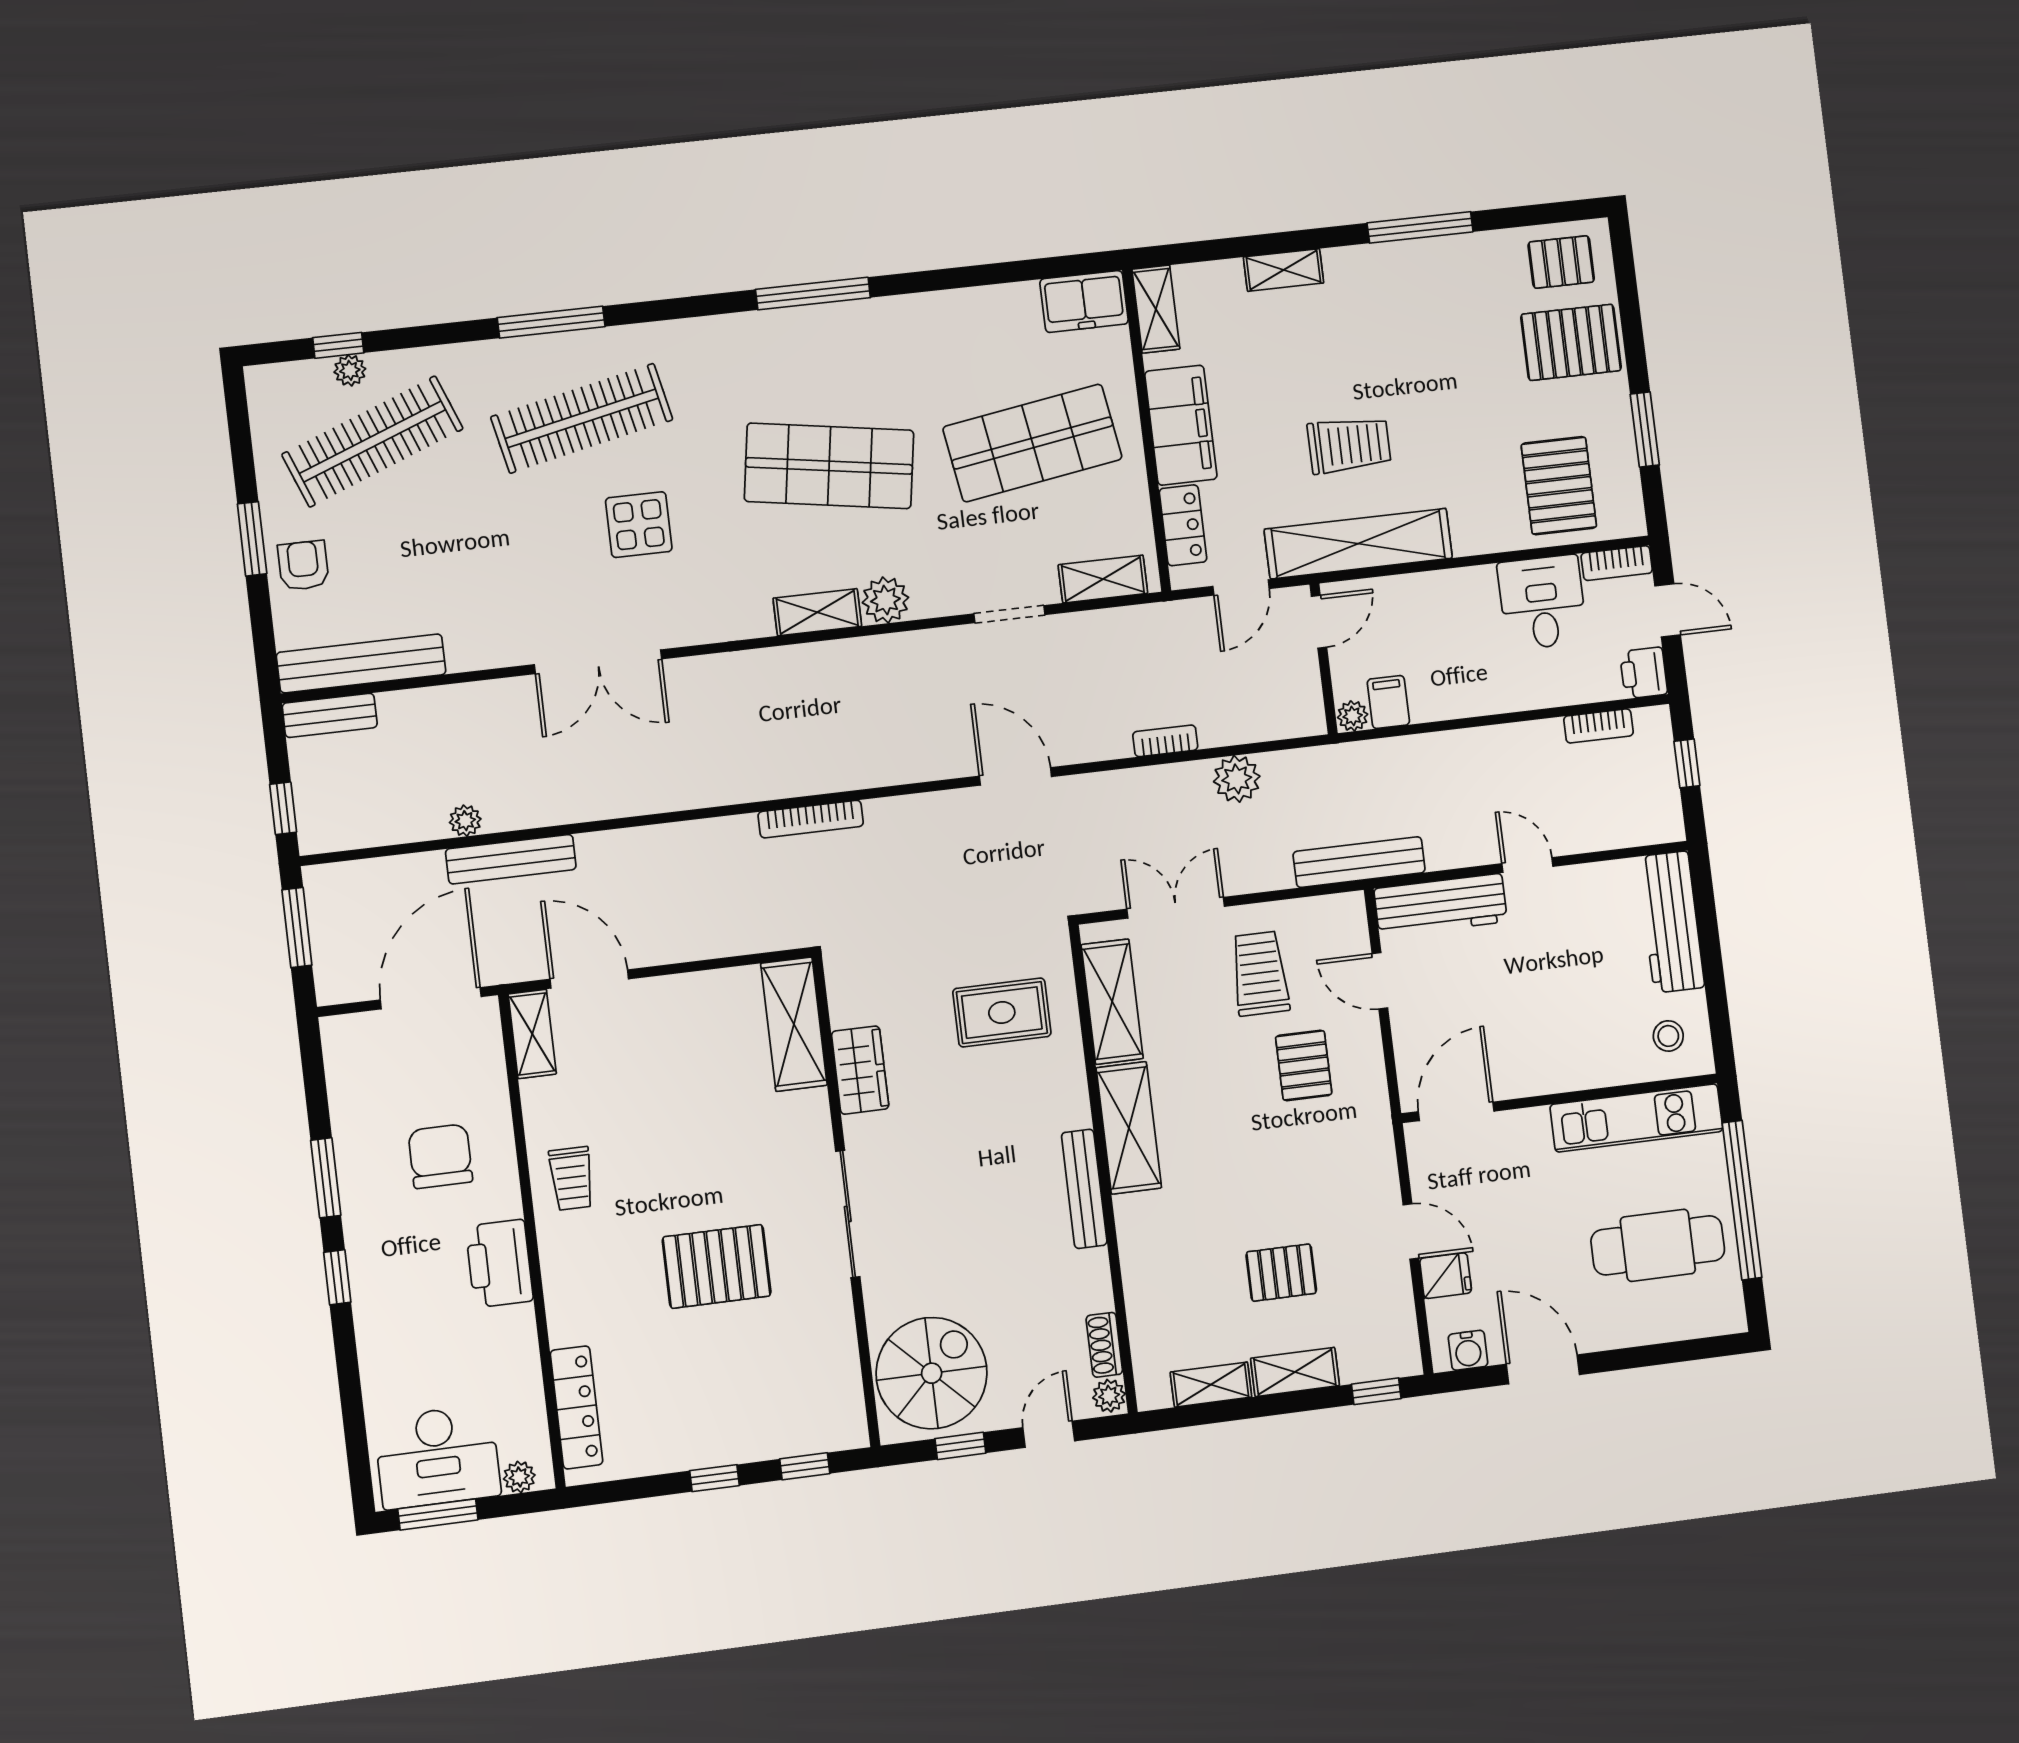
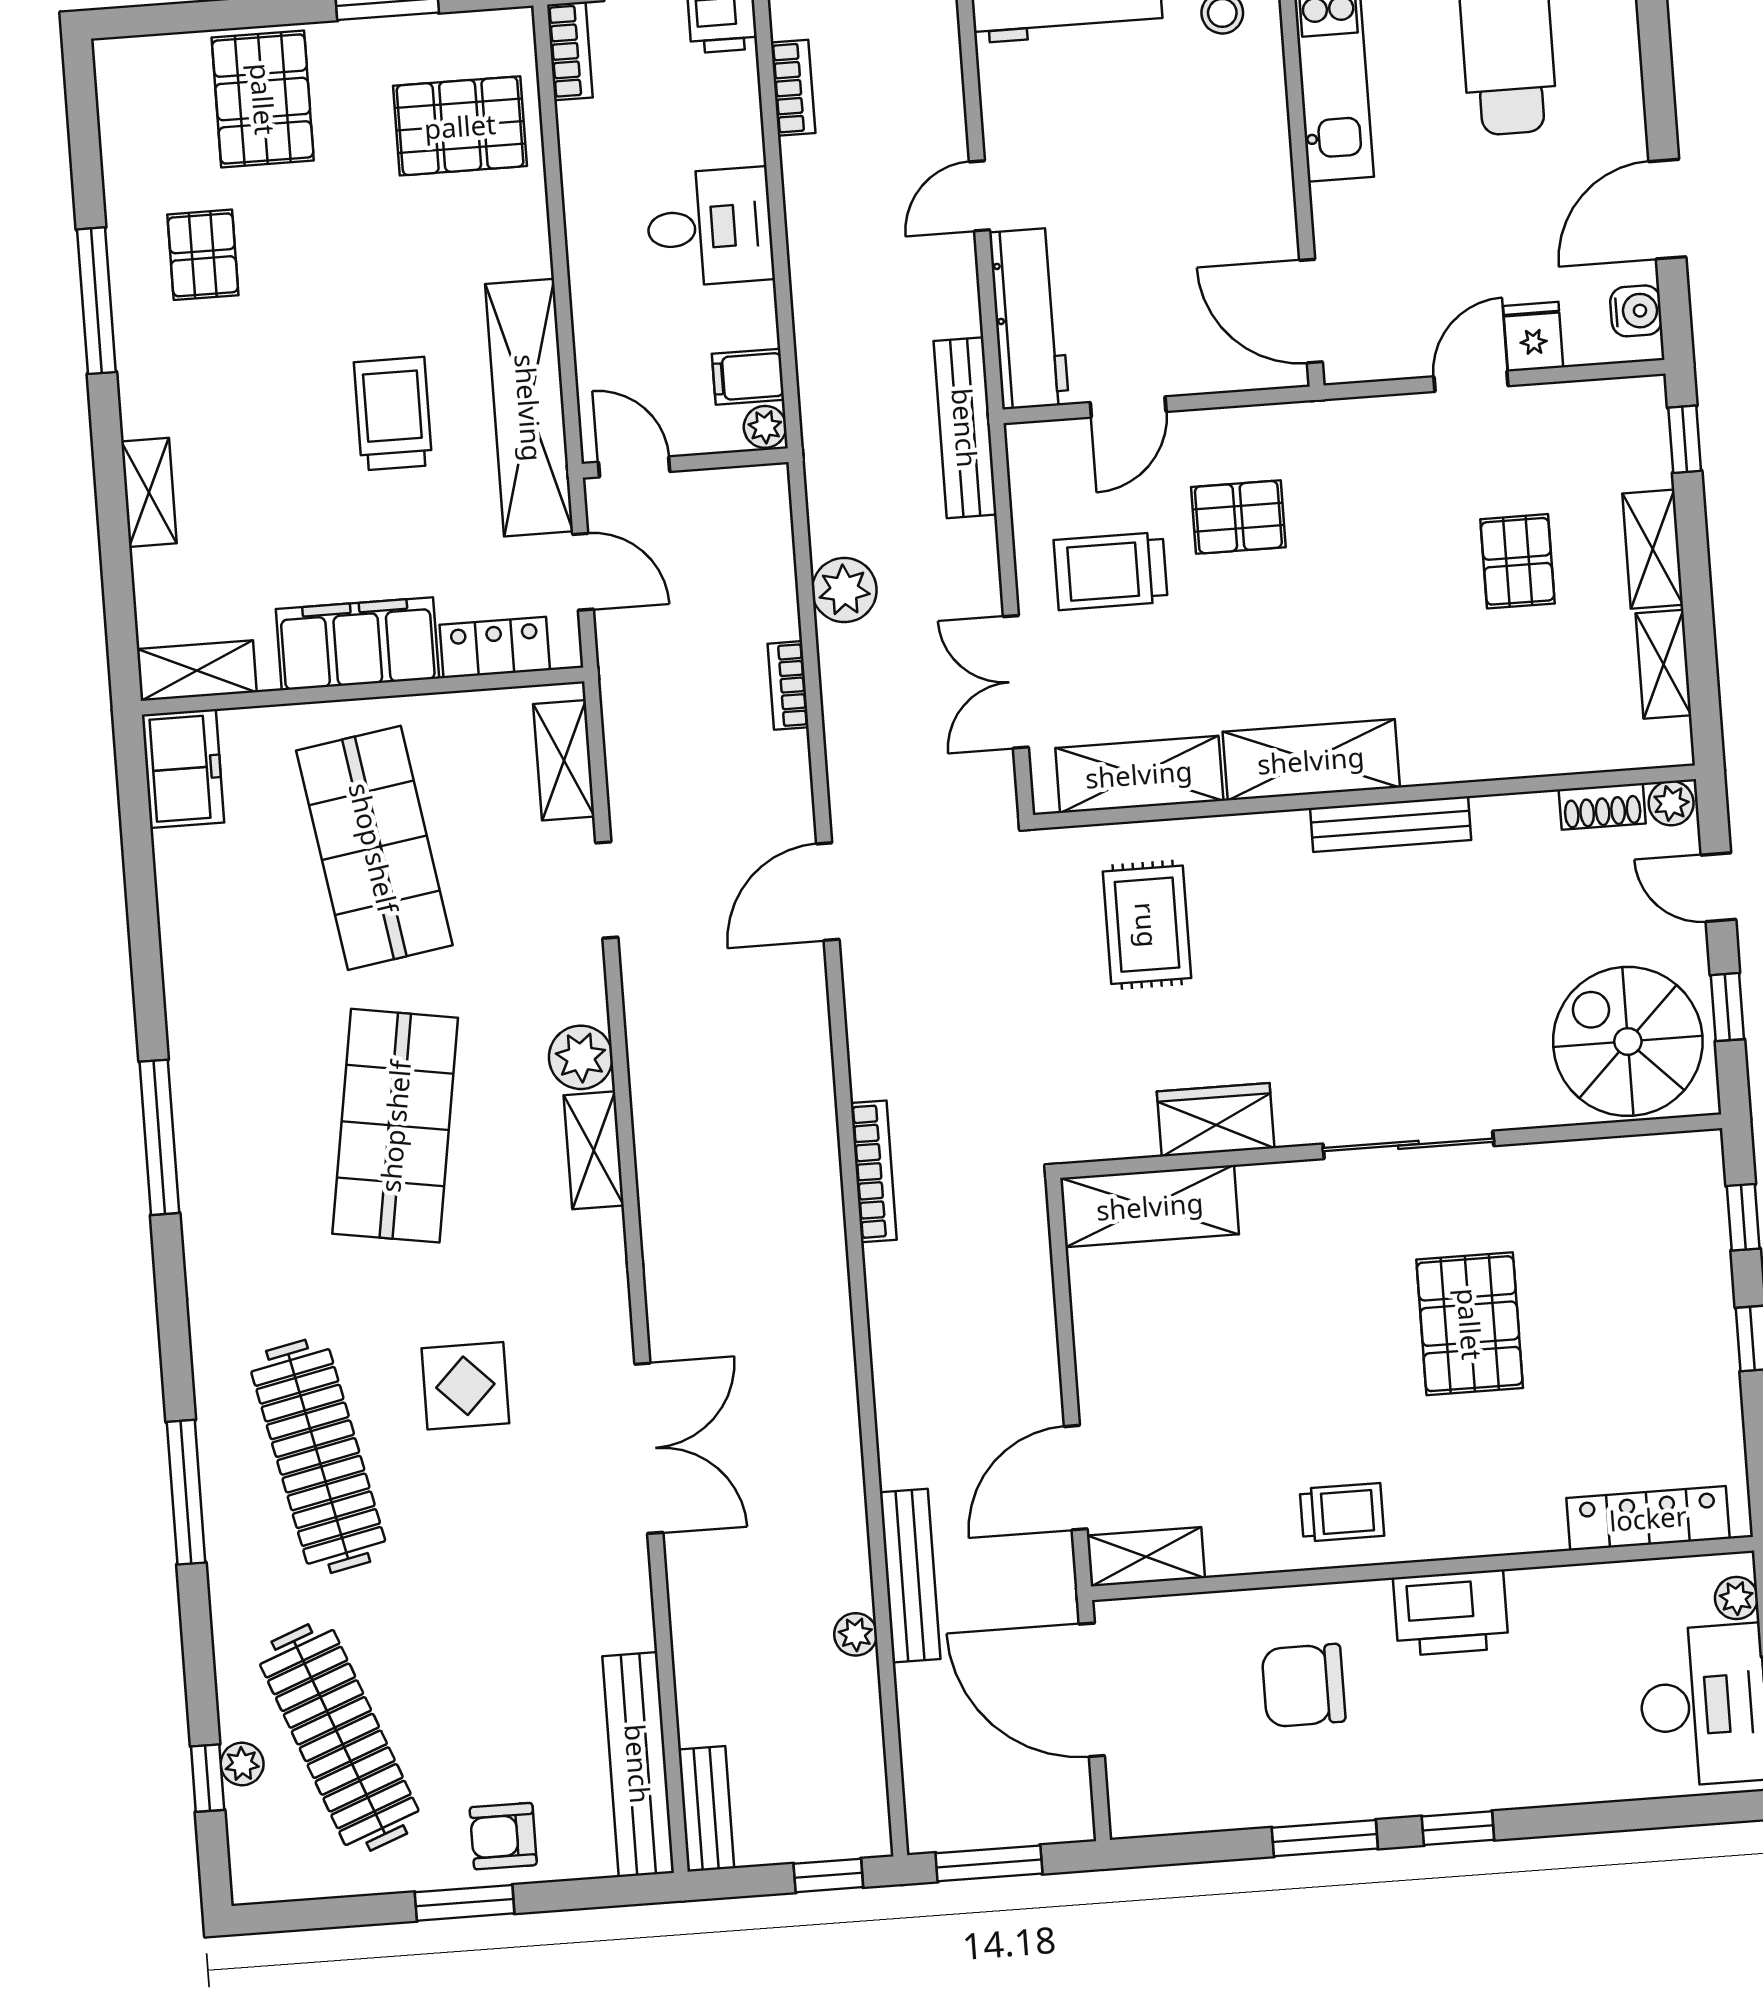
pallet: (1561, 262) -> (203, 255), moved
desk: (1542, 602) -> (710, 227), moved, turned 180

